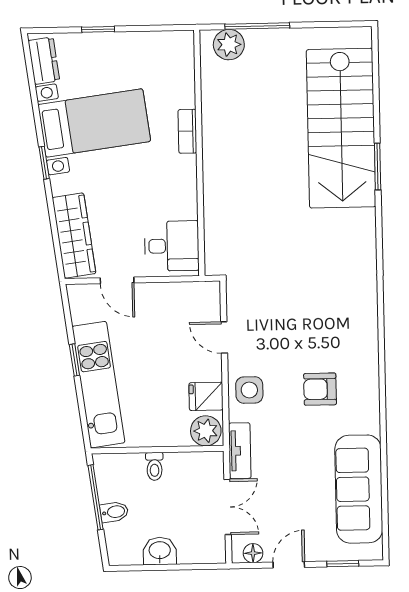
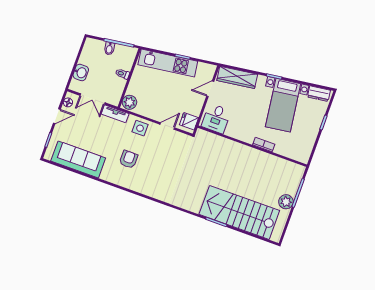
plant: (229, 45) -> (286, 202), moved
fridge: (206, 396) -> (189, 121), moved, turned -90
washbasin: (160, 551) -> (81, 72), moved
door: (289, 565) -> (57, 116), hinge flipped

